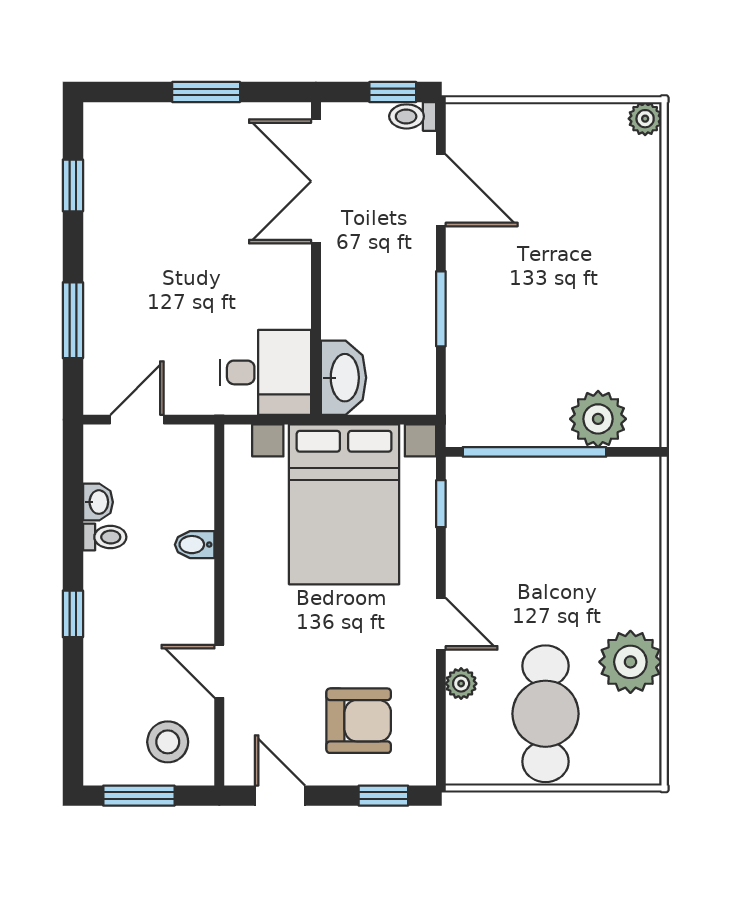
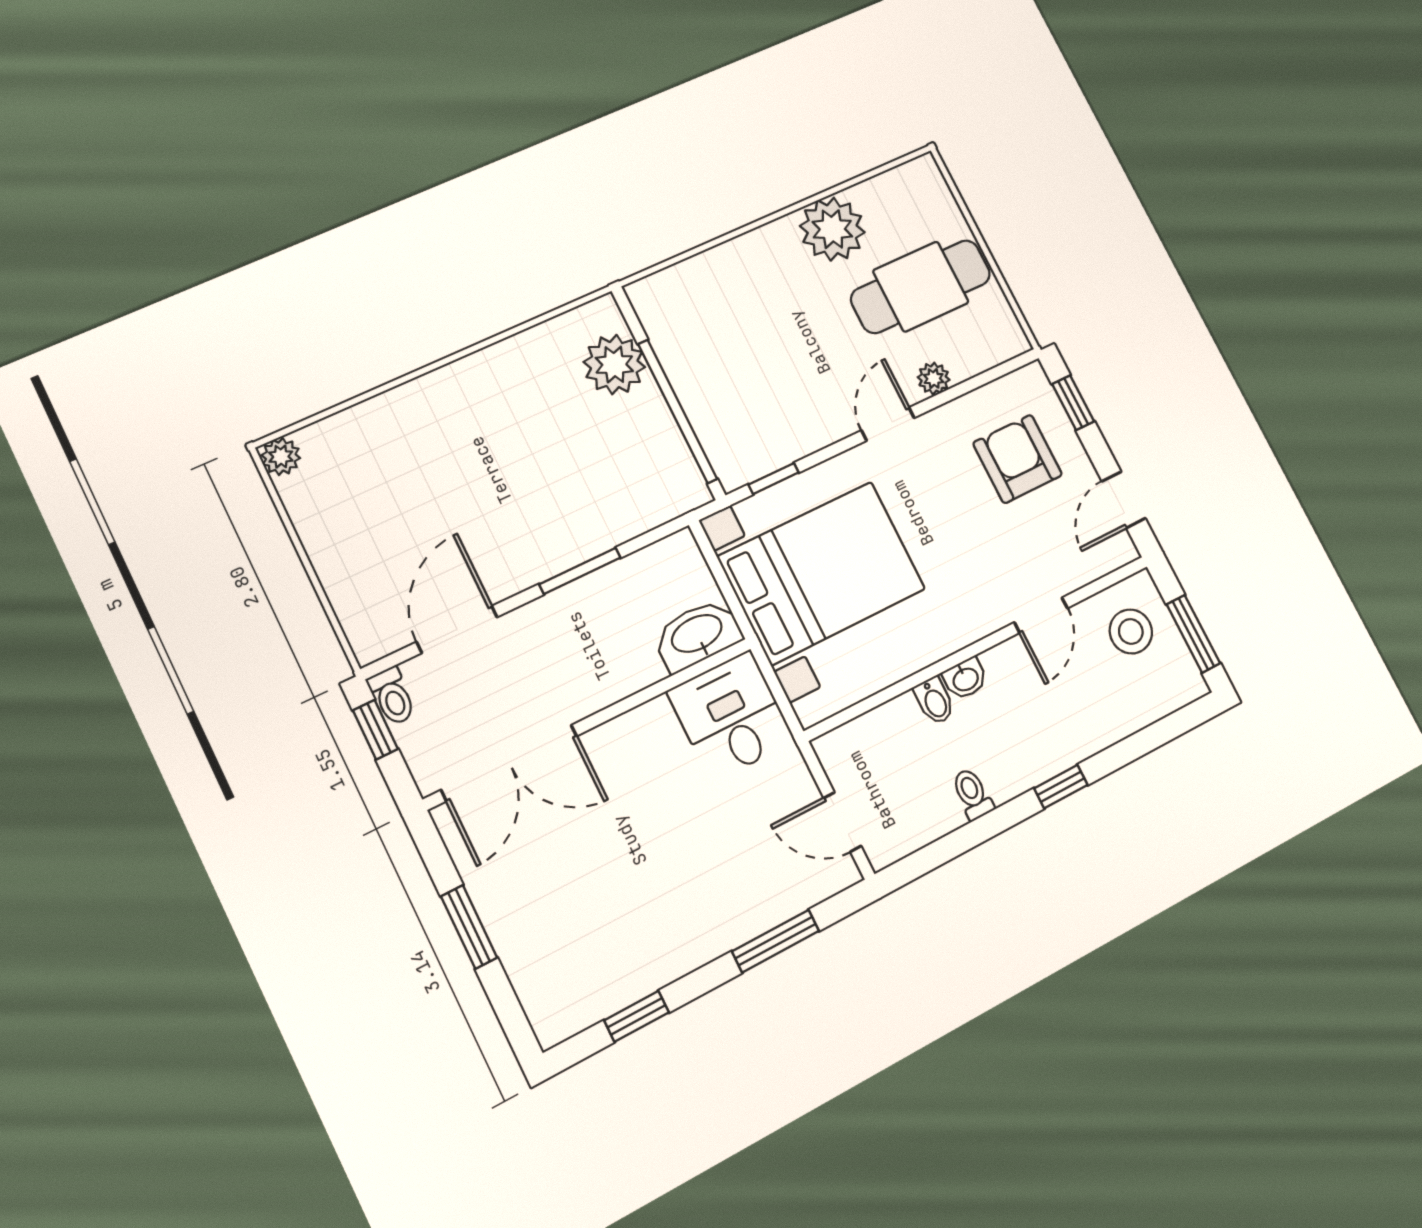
washbasin: (98, 502) -> (965, 679), moved, turned 180

